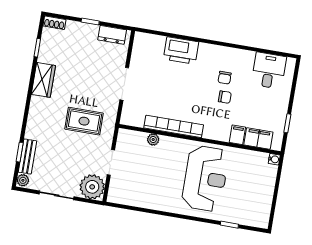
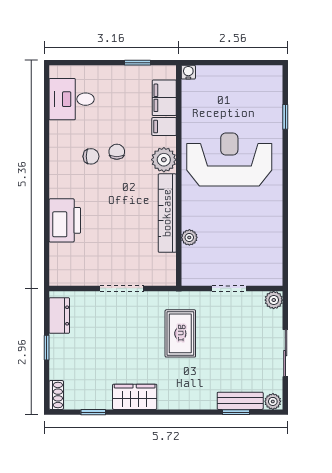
plant: (213, 131) -> (164, 160), added
plant: (92, 187) -> (274, 300), width x0.53, depth x0.53

